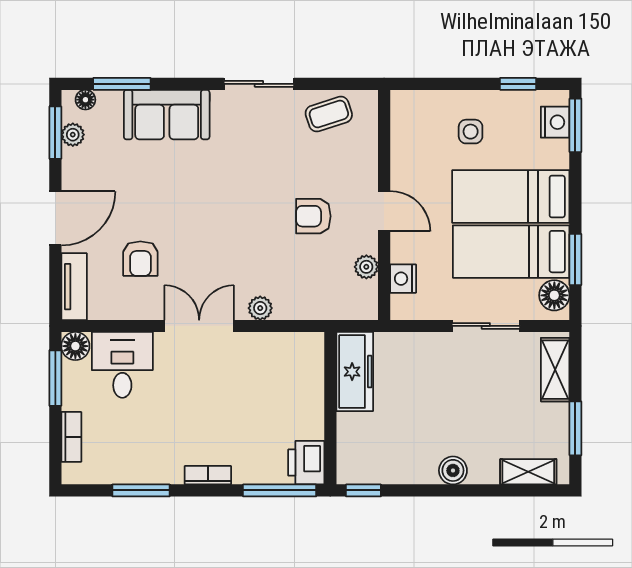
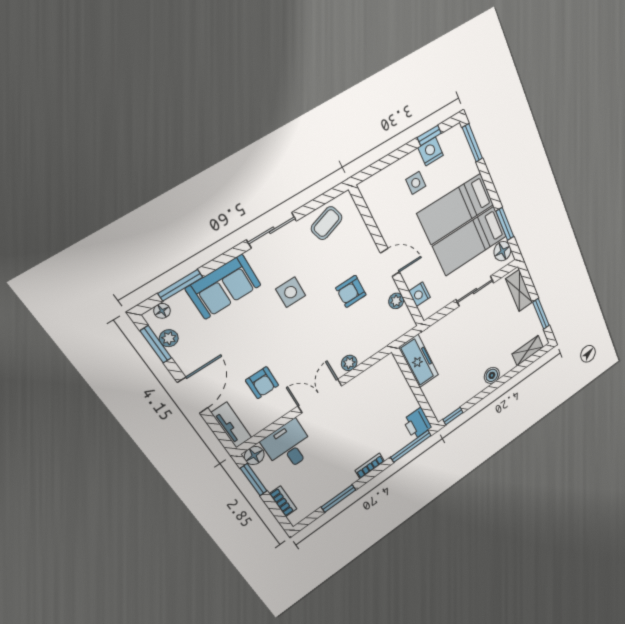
nightstand: (555, 122) -> (431, 151), moved, turned -90
side table: (239, 170) -> (291, 292), added

